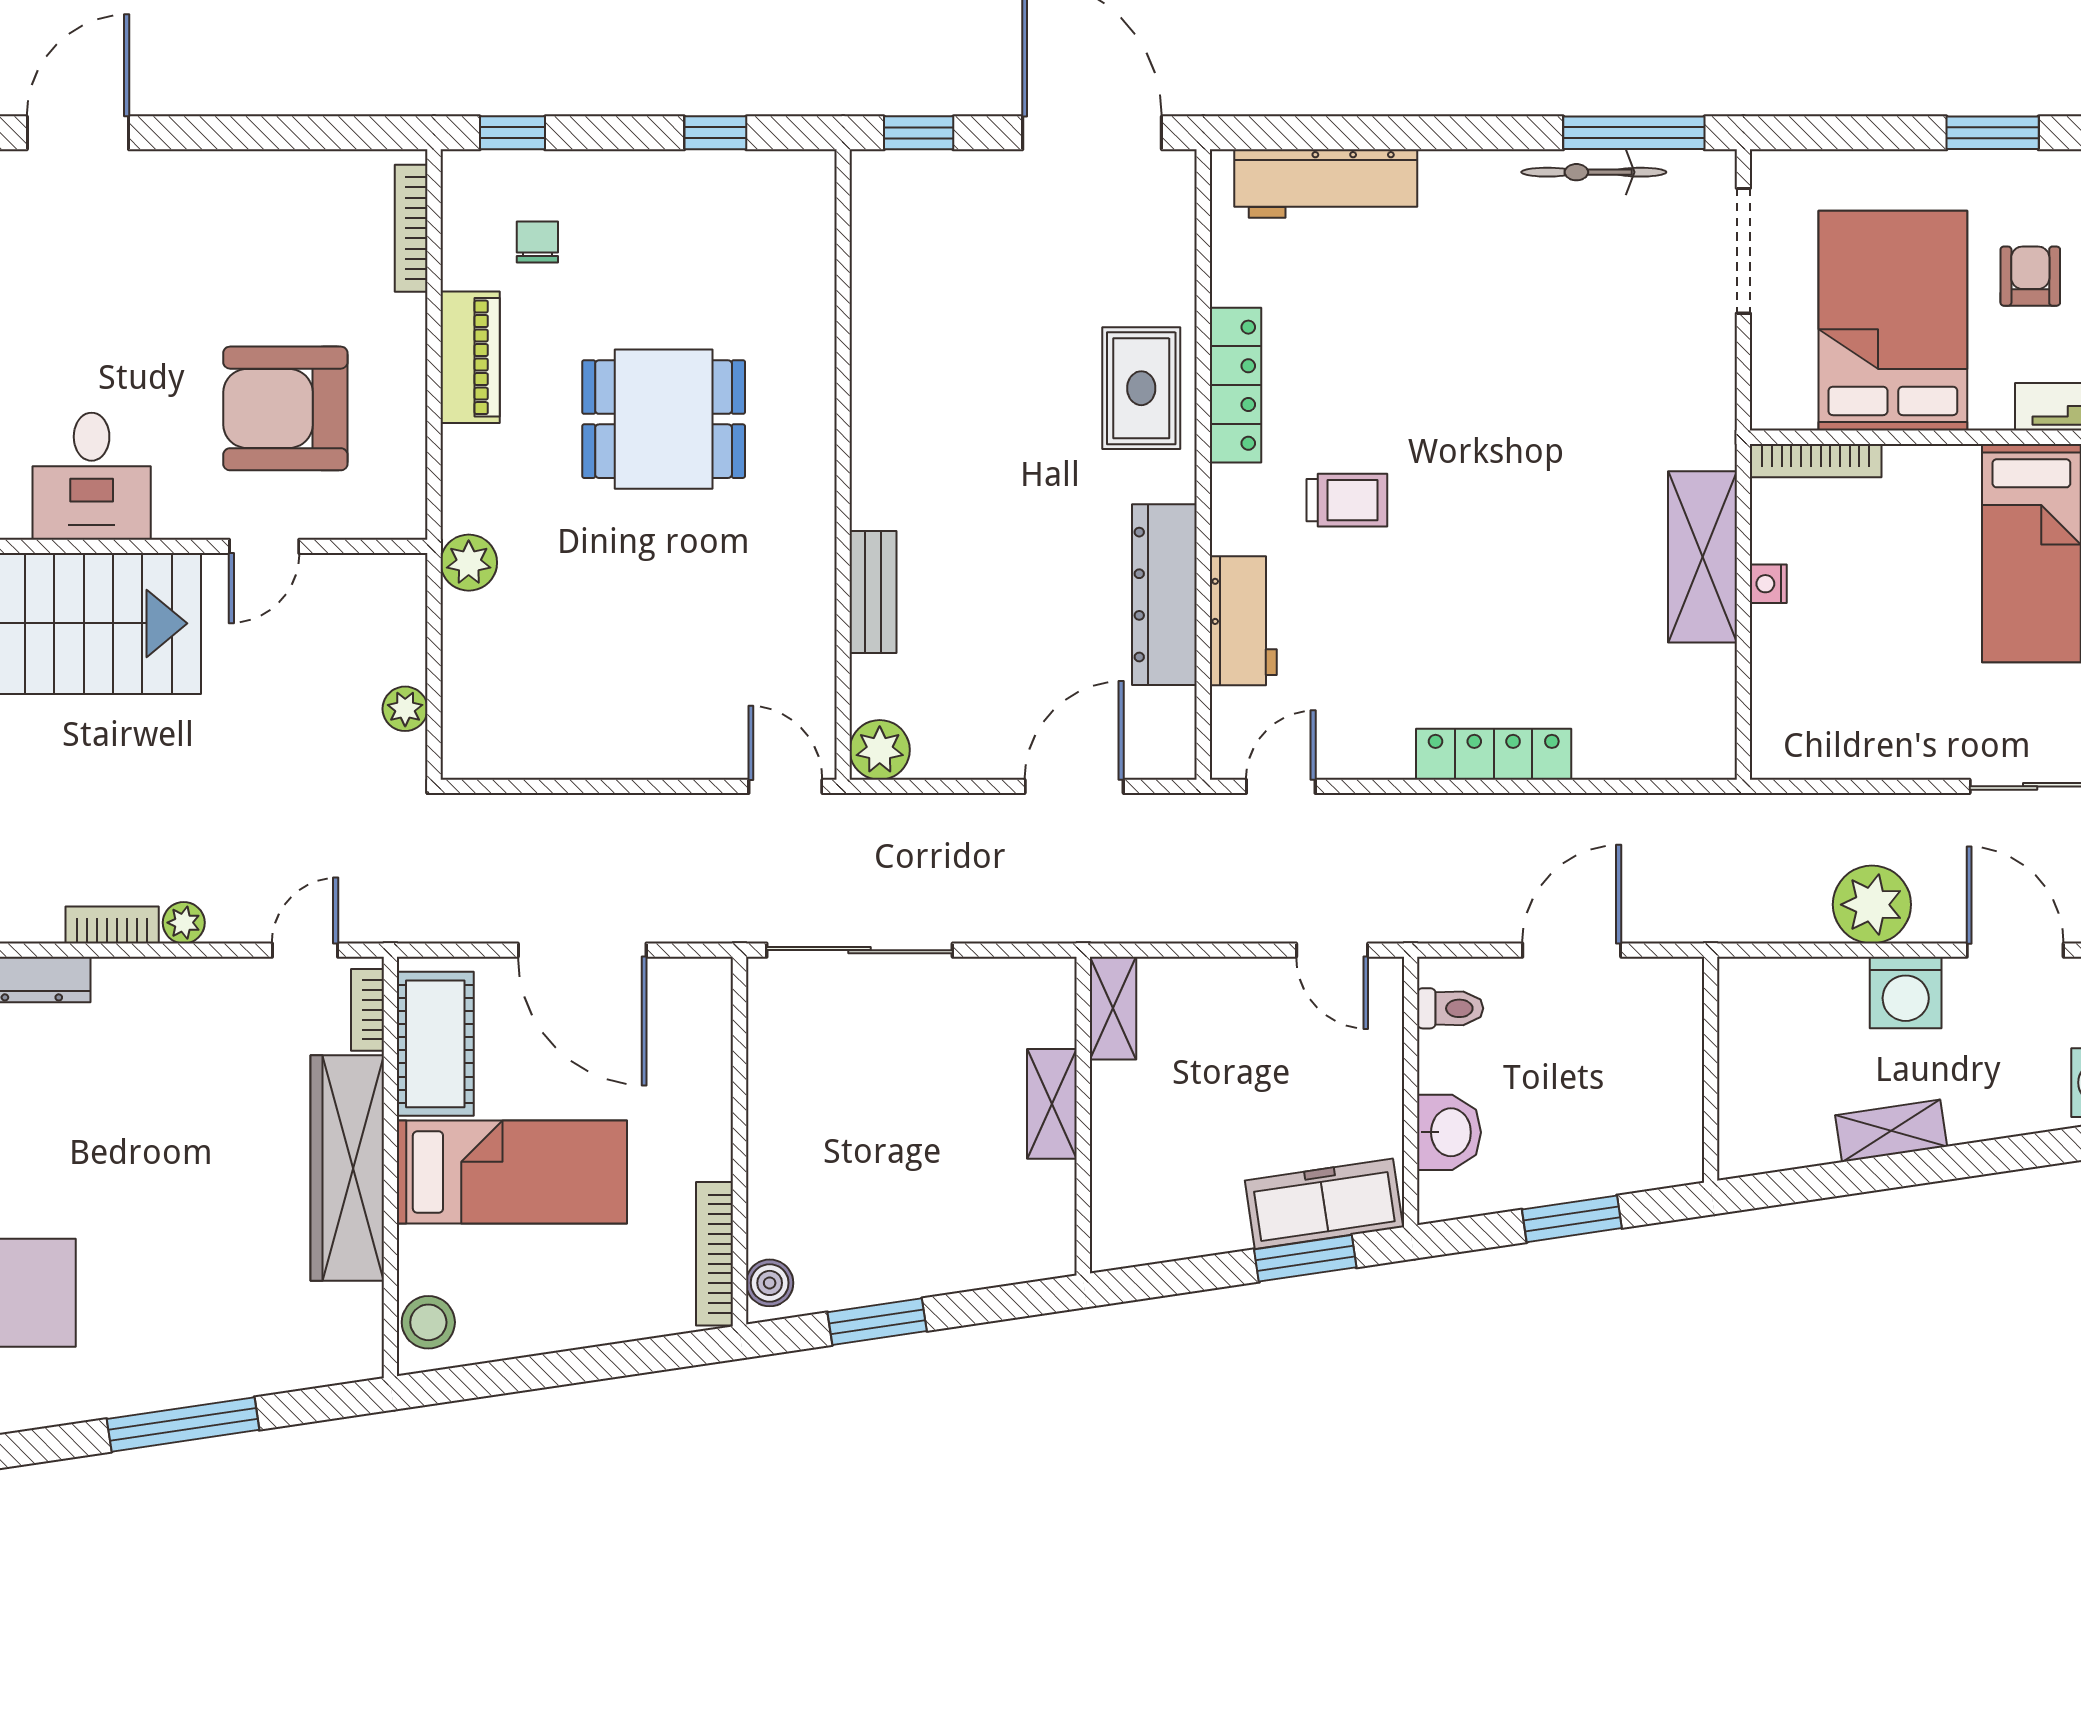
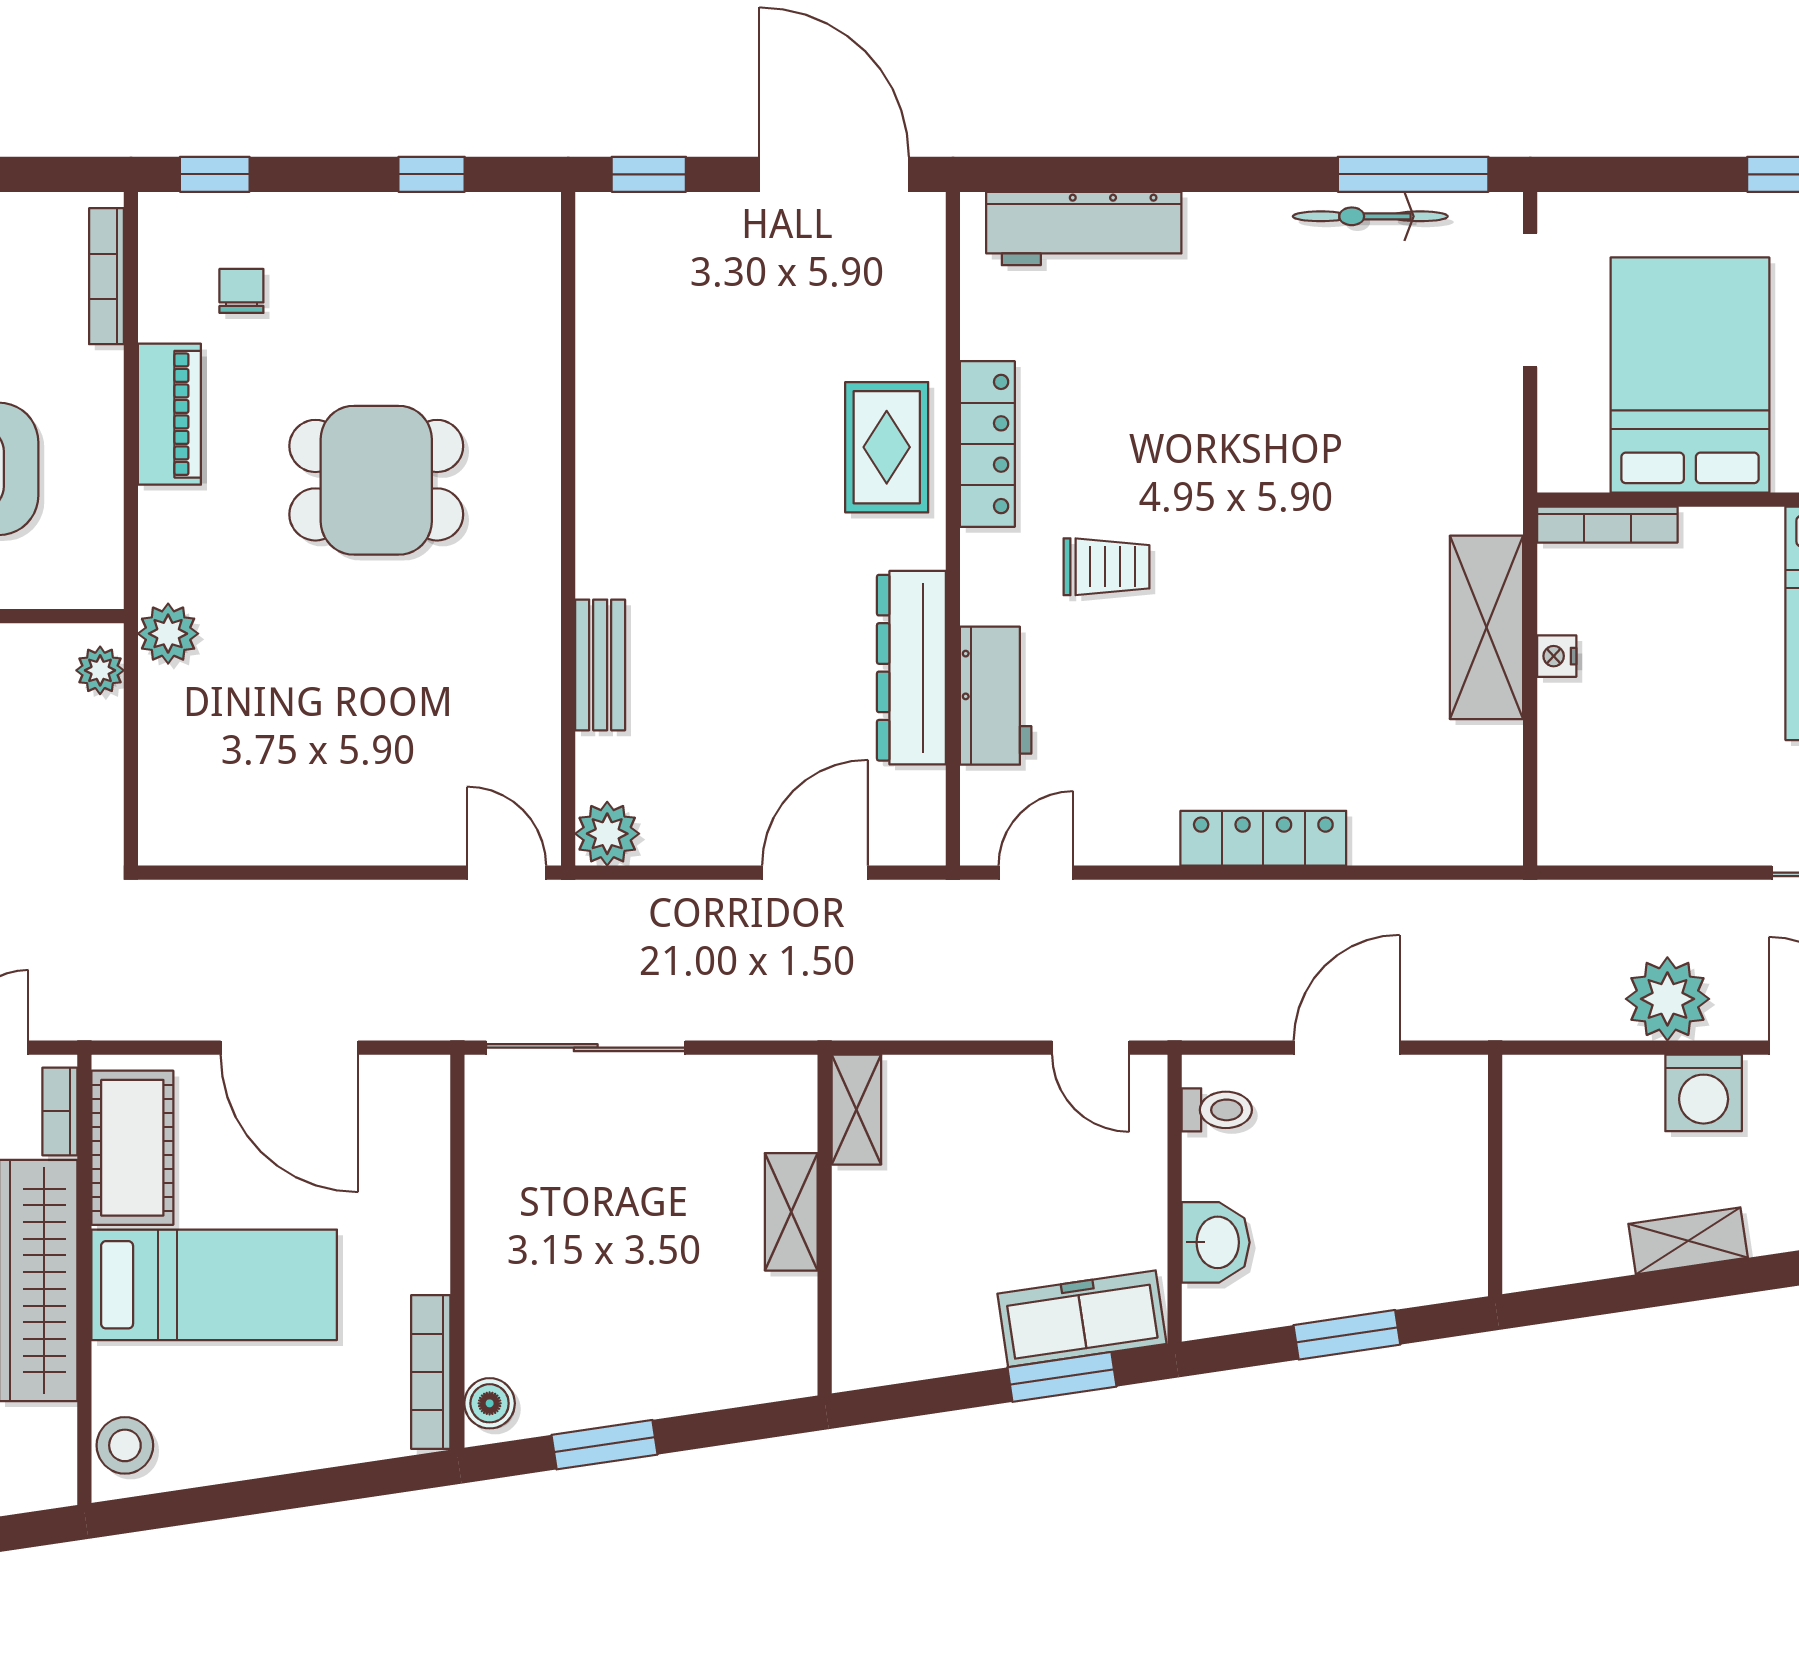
plant: (405, 709) -> (100, 670), moved

